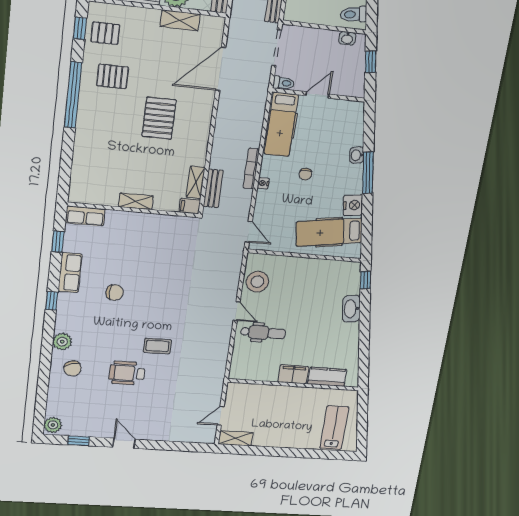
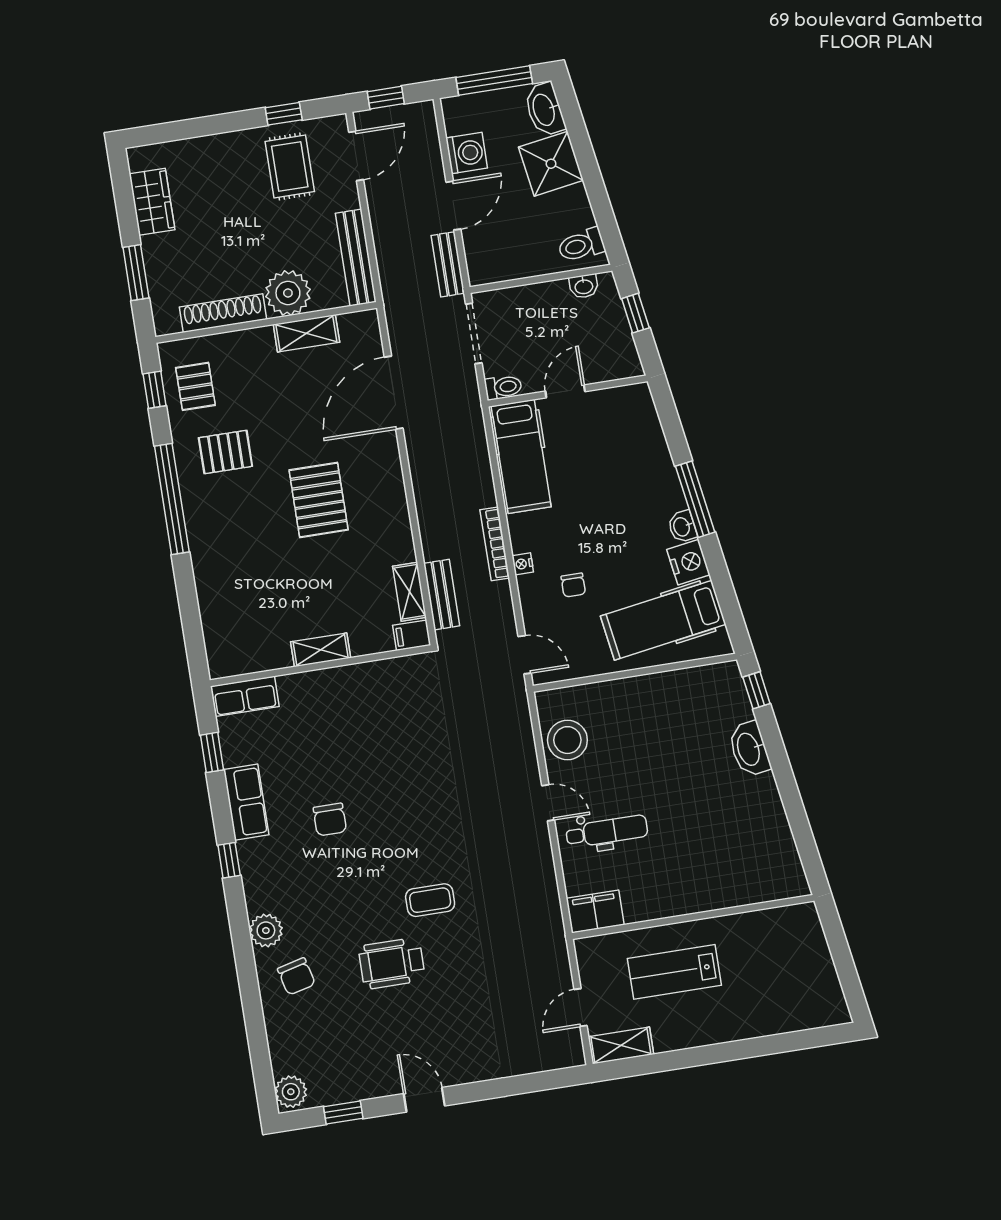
pallet: (105, 33) -> (195, 386), turned 90
washbasin: (357, 155) -> (682, 527), moved
chair: (305, 174) -> (573, 585), moved
chair: (115, 292) -> (330, 820), turned 90
filing cabinet: (293, 374) -> (595, 912), moved
kitchen counter: (327, 377) -> (749, 888), removed
lab bench: (334, 428) -> (674, 972), moved, turned -90

